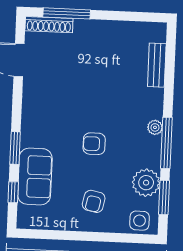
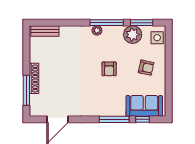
shoe rack: (49, 25) -> (34, 78), moved
bench: (157, 65) -> (45, 31), moved
window: (15, 148) -> (114, 119), width x1.44
sofa: (35, 176) -> (144, 106), moved

